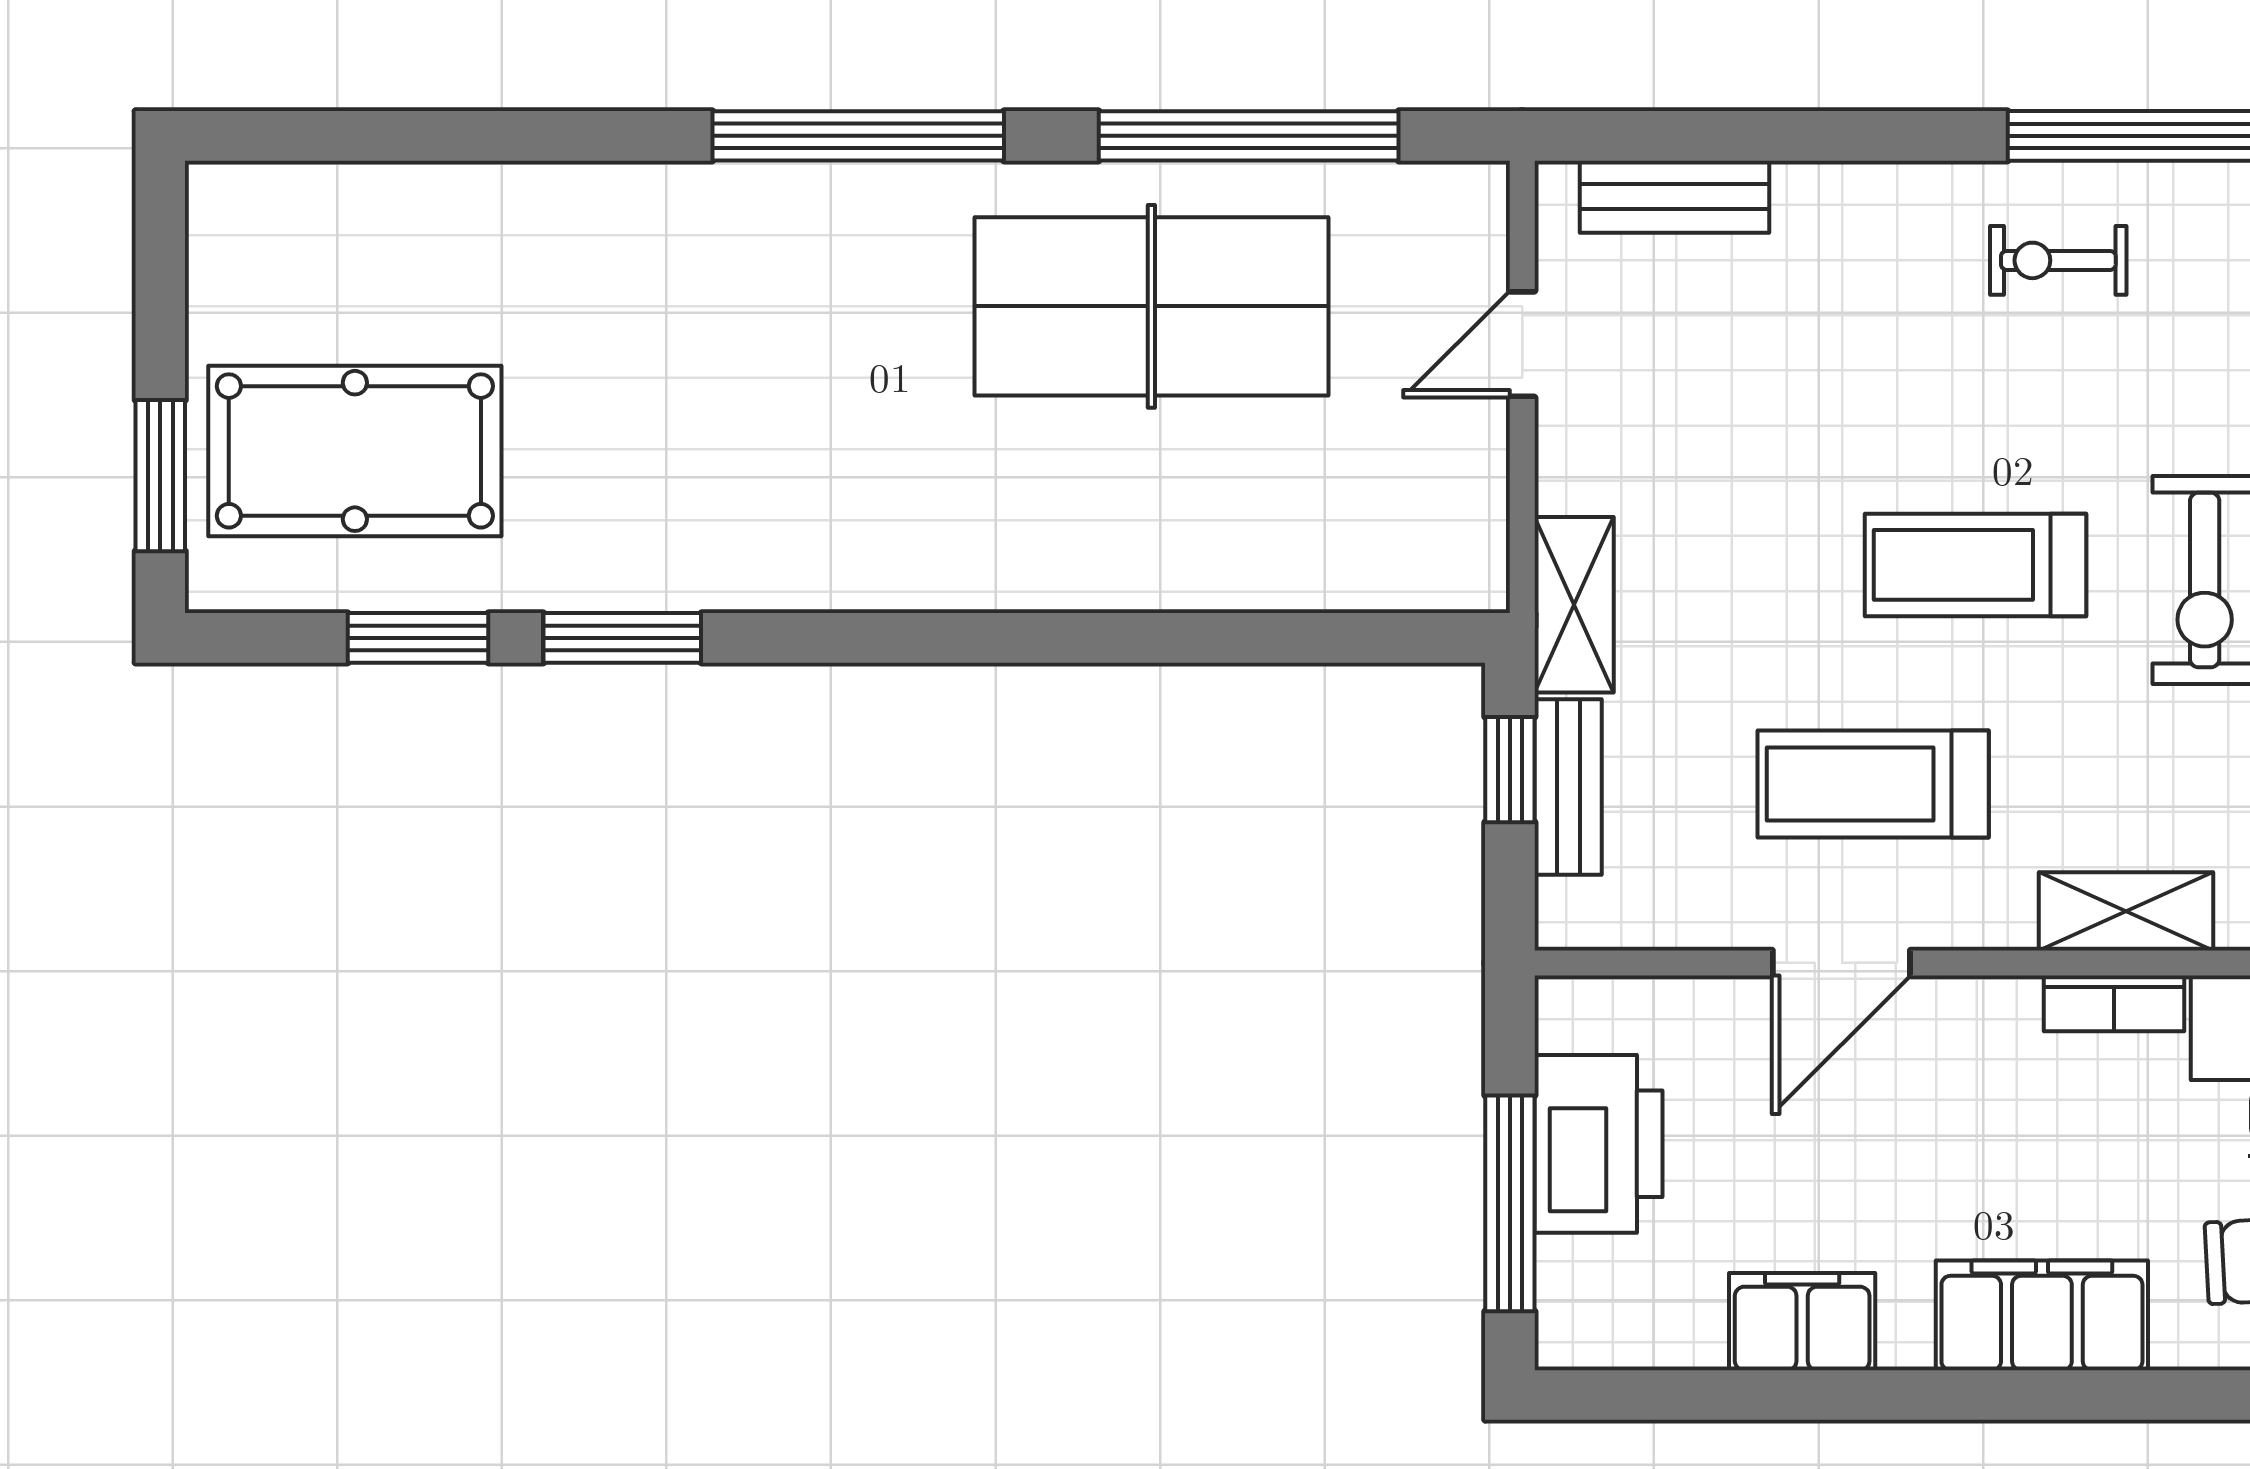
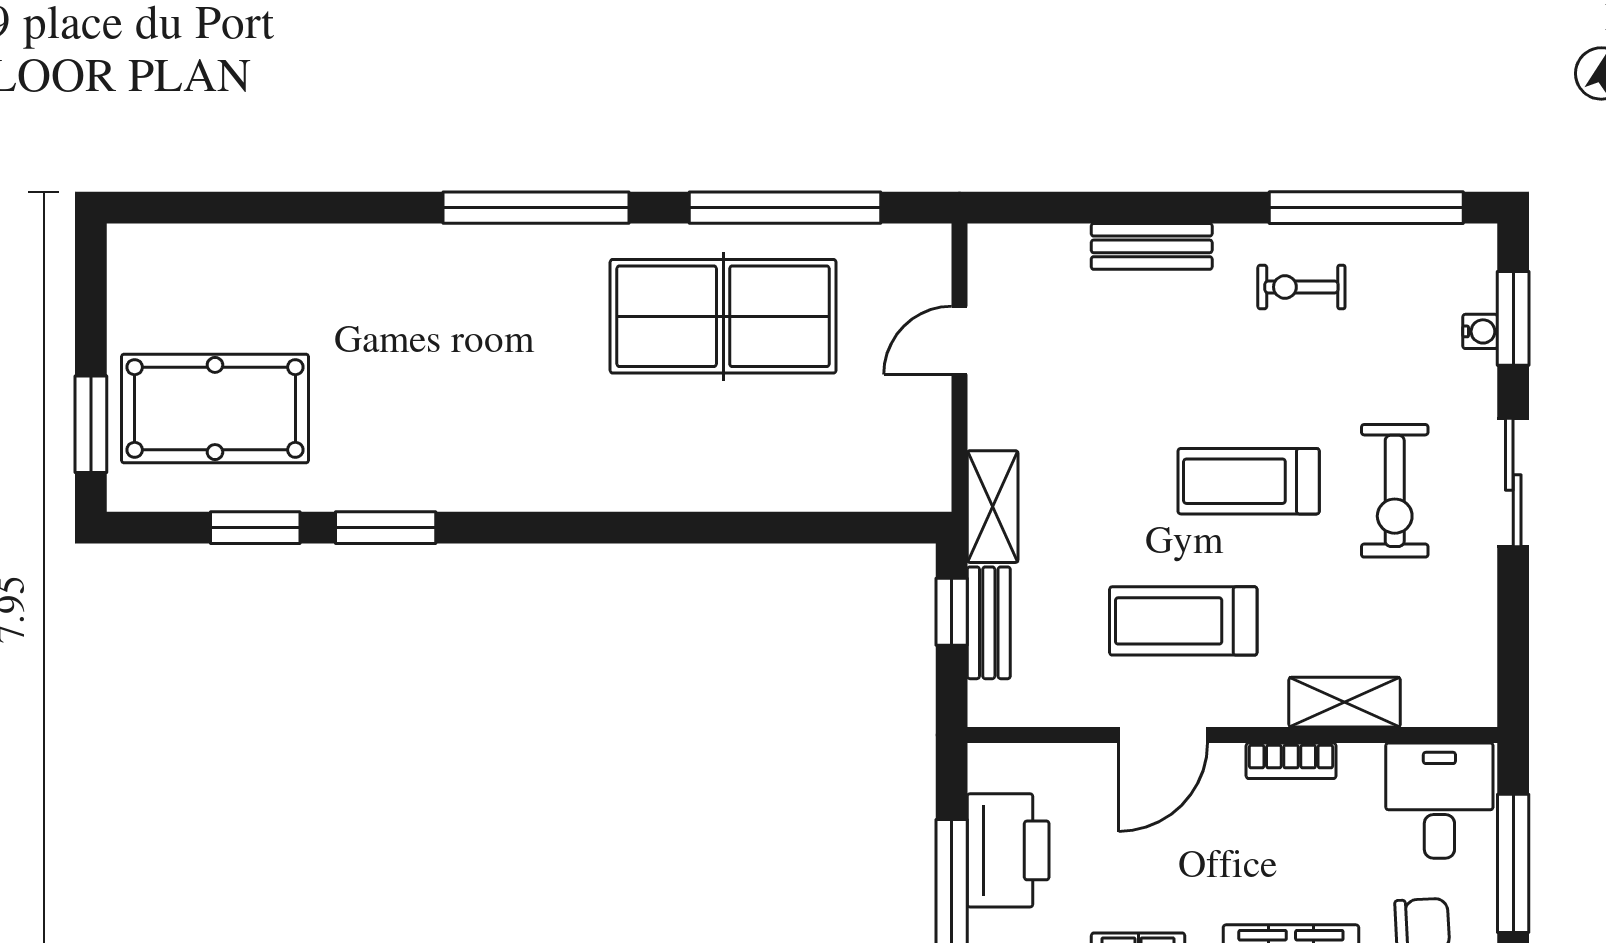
bench: (1674, 197) -> (1152, 246), moved
bookcase: (2114, 1003) -> (1291, 761), moved

